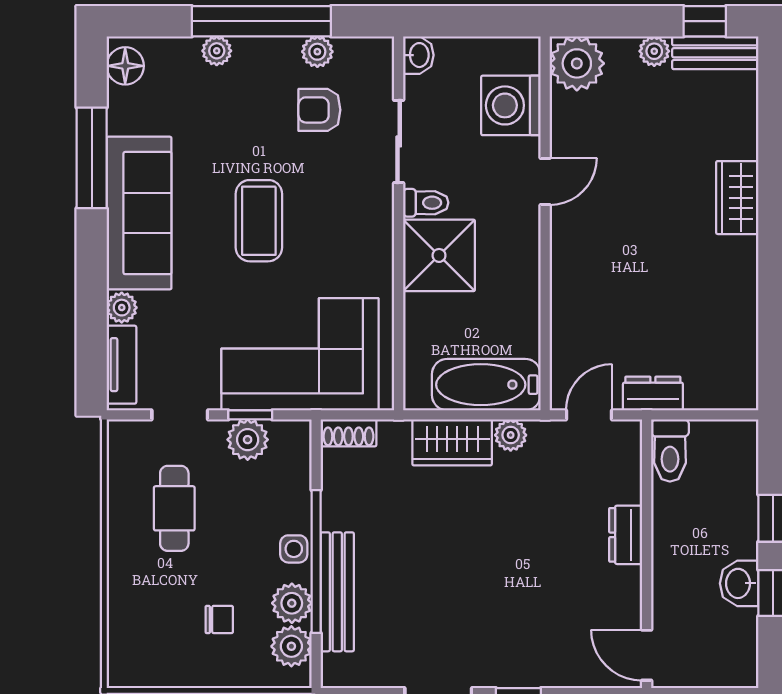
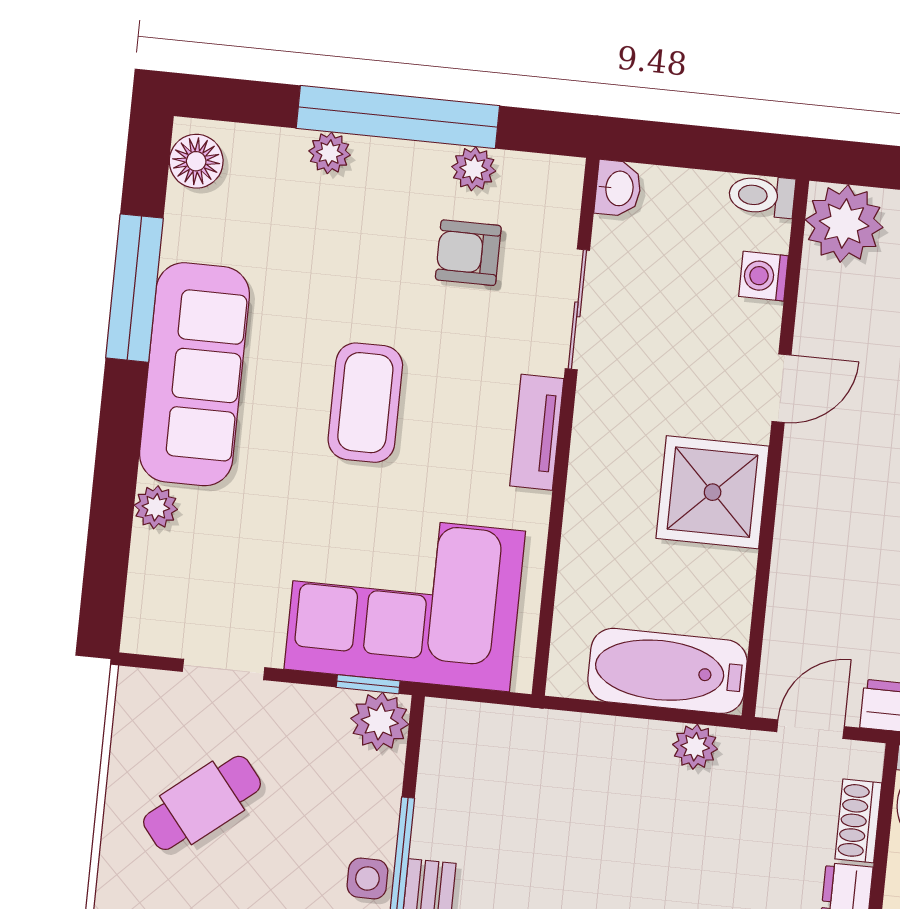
washing machine: (511, 105) -> (764, 276), width x0.53, depth x0.53
toilet: (426, 203) -> (762, 196), moved, turned 180
shower: (439, 255) -> (713, 492), moved
tv unit: (121, 365) -> (537, 432), moved, turned 180
window: (250, 415) -> (368, 684), moved
shoe rack: (348, 433) -> (858, 821), moved, turned 90
plant: (248, 440) -> (380, 721), moved
wardrobe: (452, 442) -> (610, 749), removed
cafe table: (174, 508) -> (202, 803), turned 51

